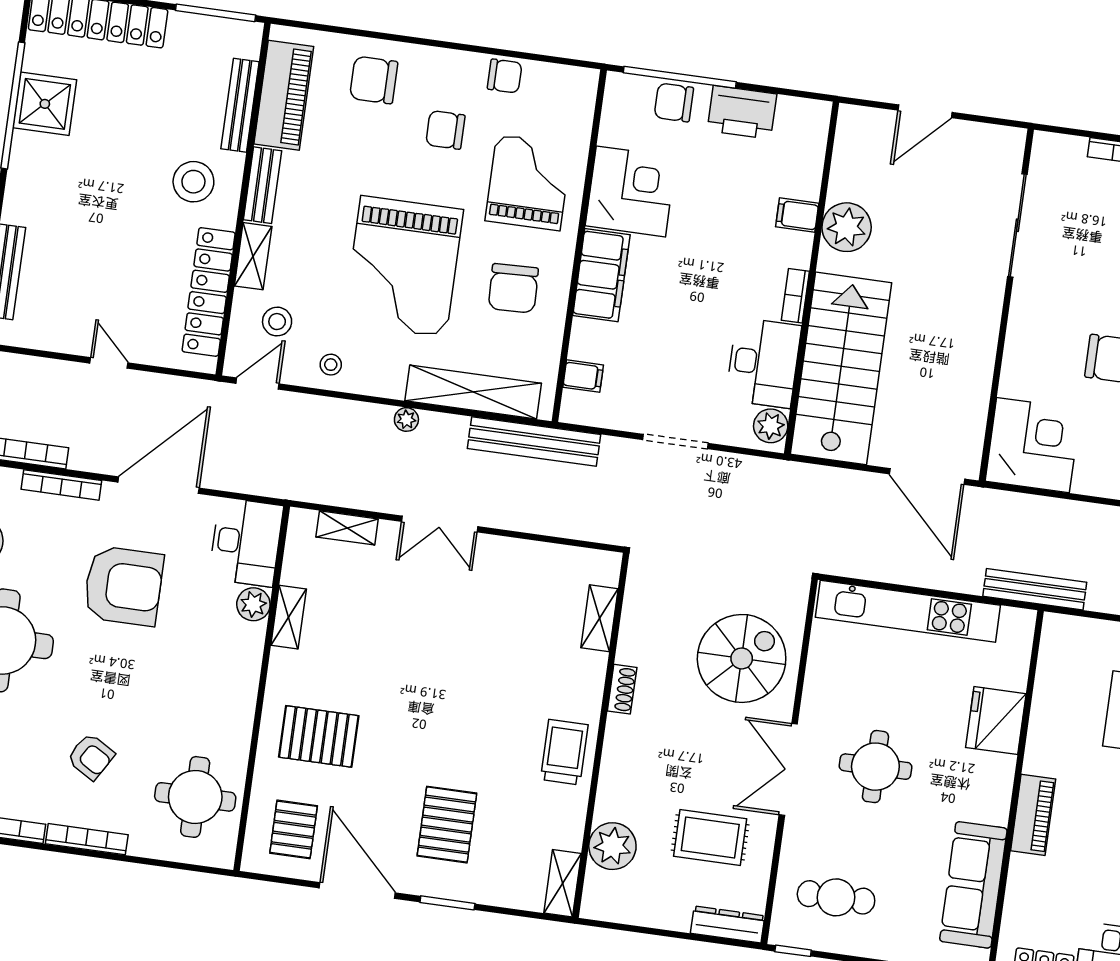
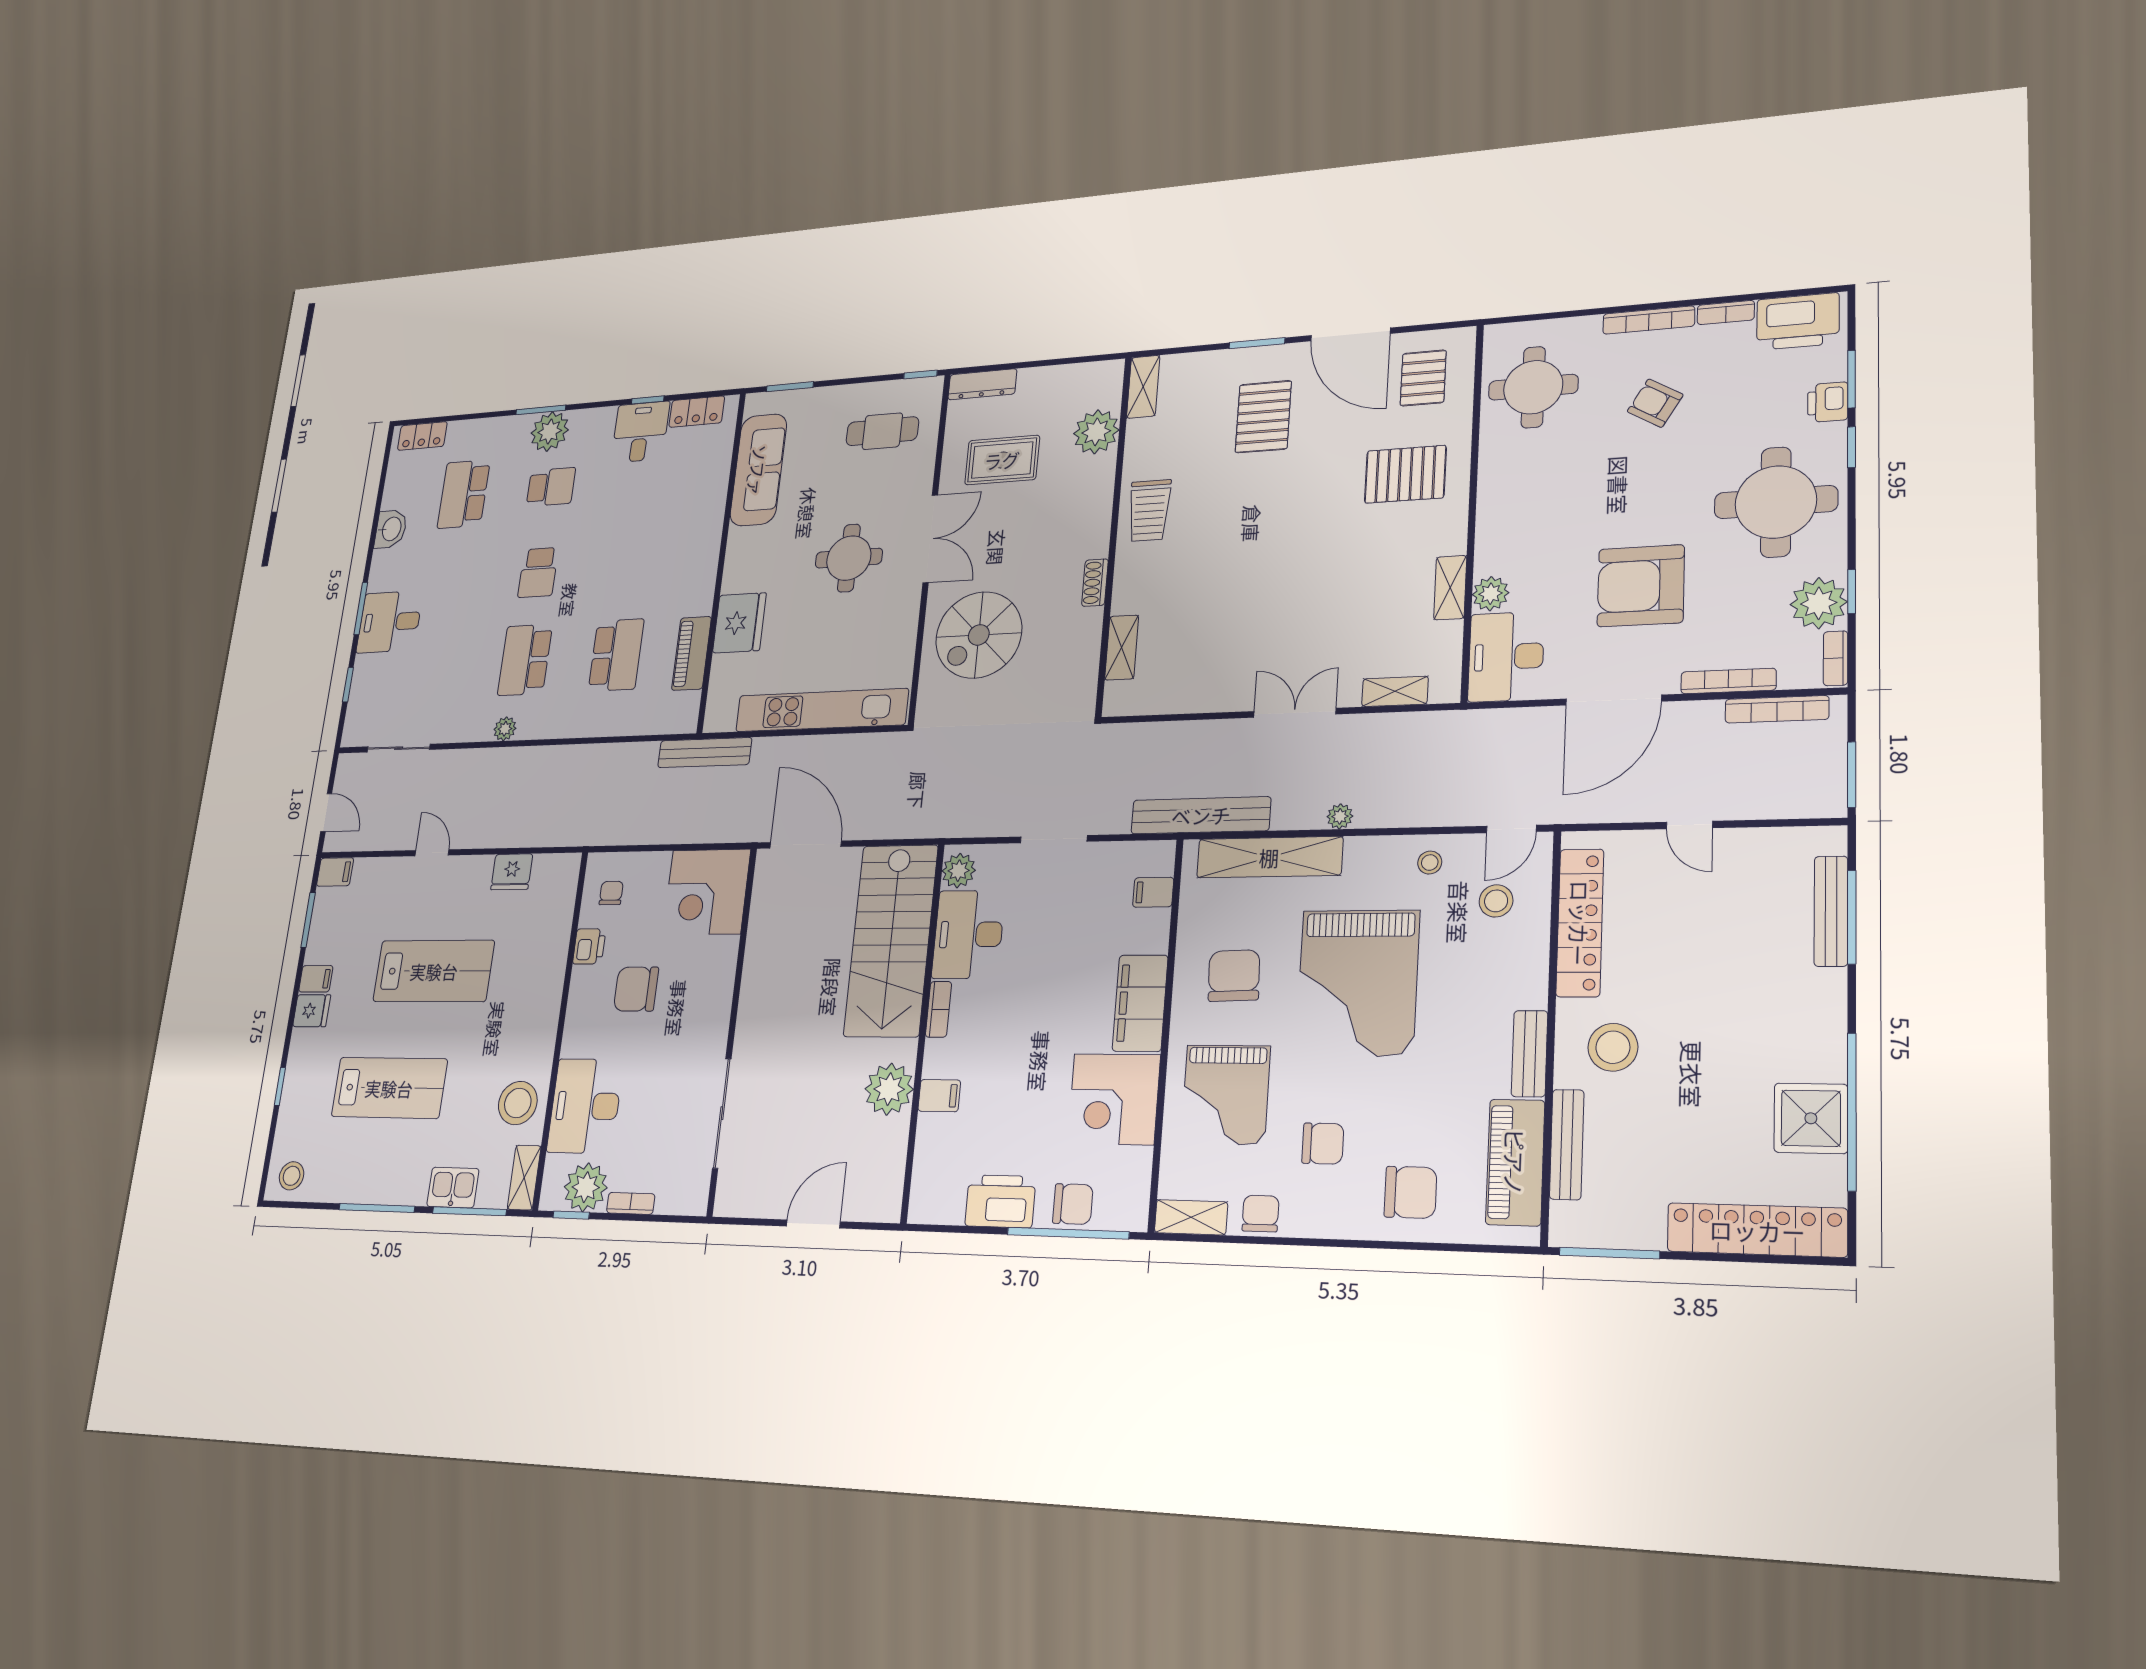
chair: (505, 76) -> (1260, 1214), turned 90
shelving: (253, 256) -> (1191, 1217), moved, turned 90
grand piano: (403, 266) -> (1358, 983), turned 180
piano: (1033, 815) -> (691, 653), moved

